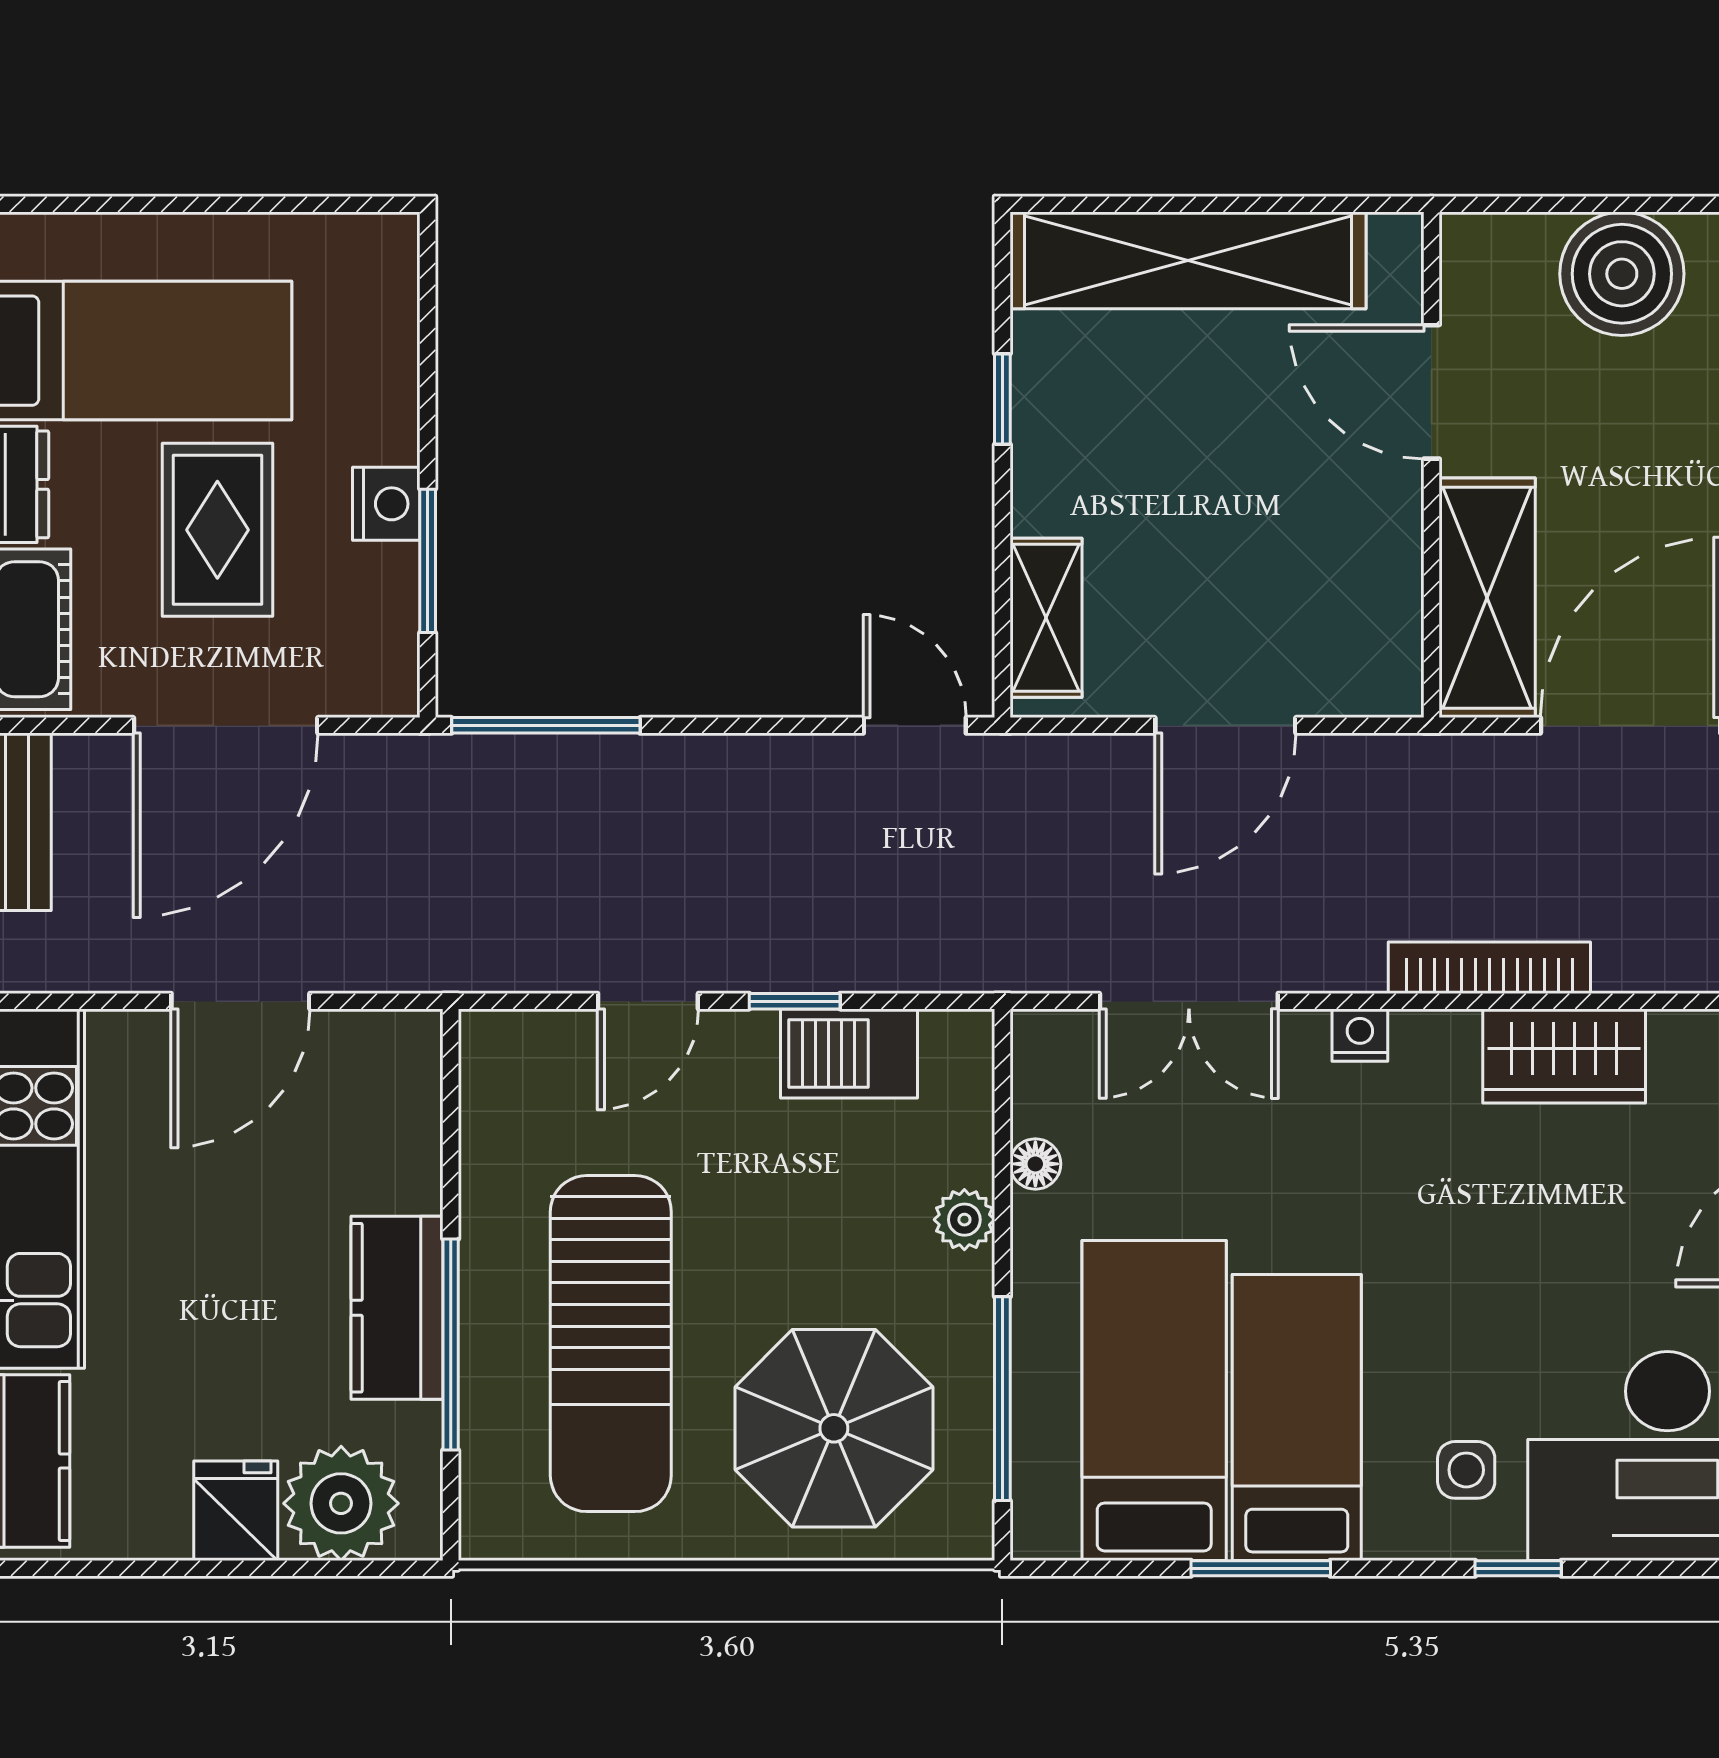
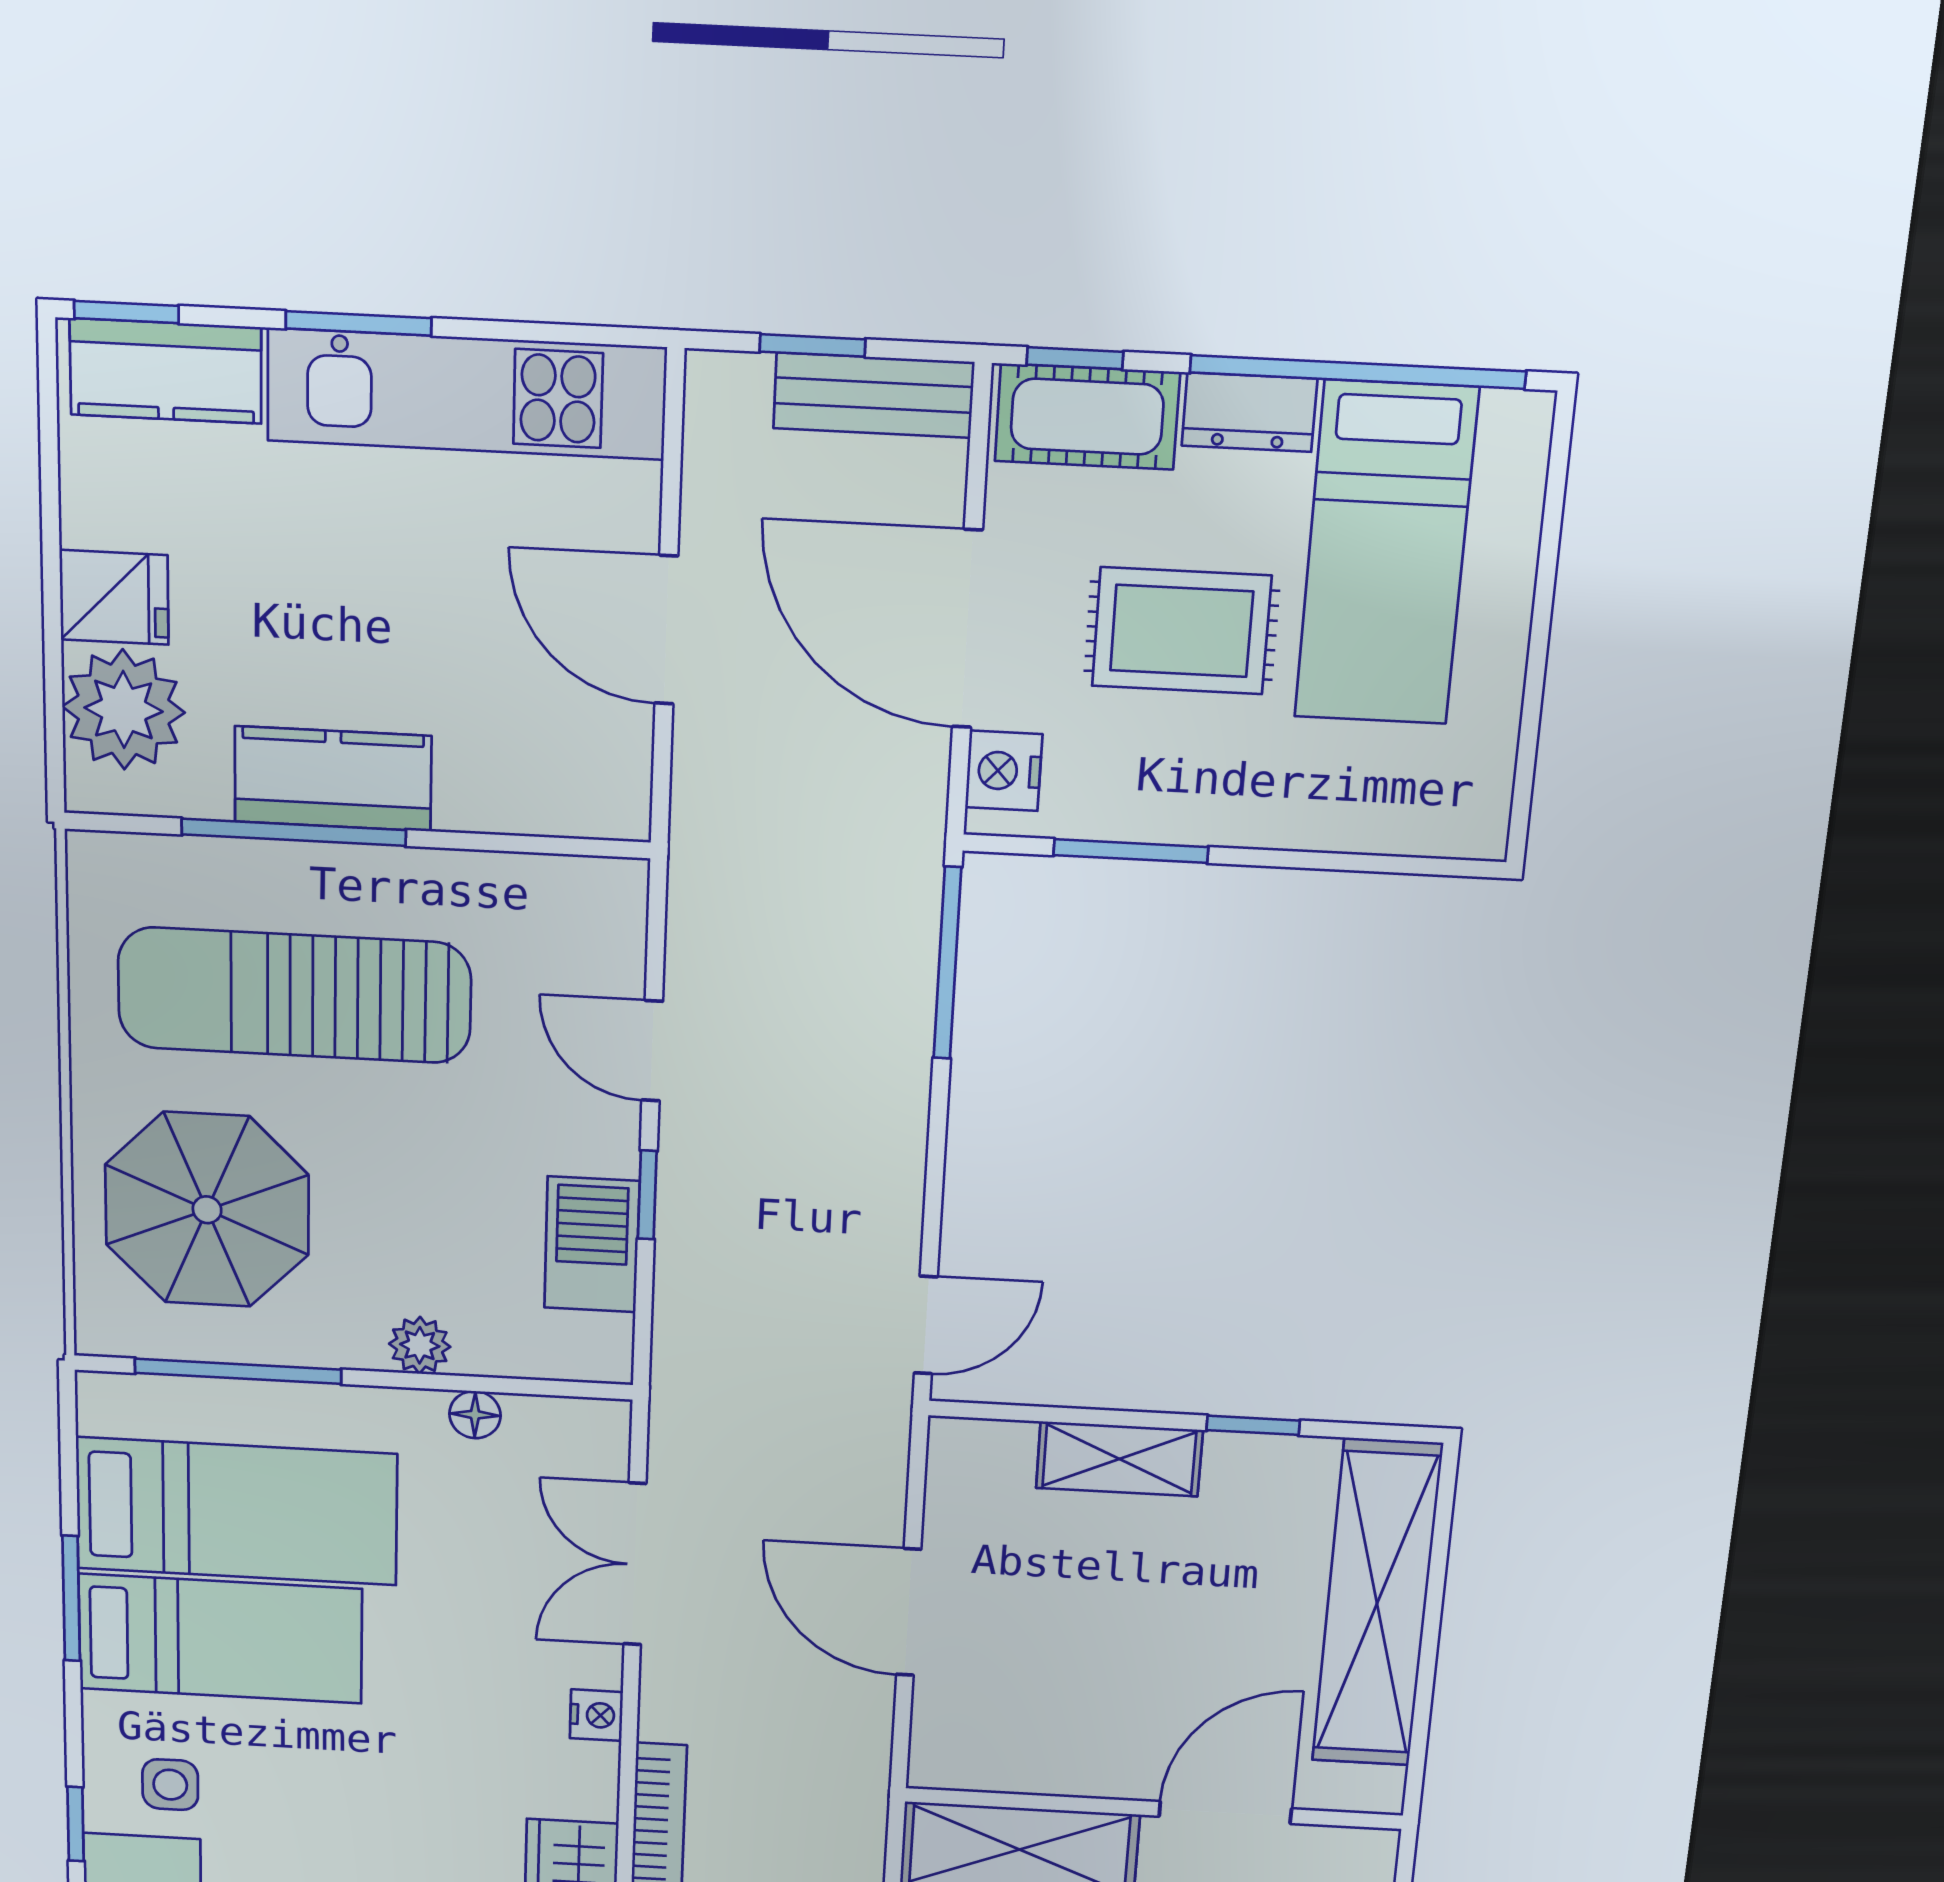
nightstand: (386, 504) -> (1004, 771), moved, turned 90
shelving: (1046, 618) -> (1119, 1459), moved

